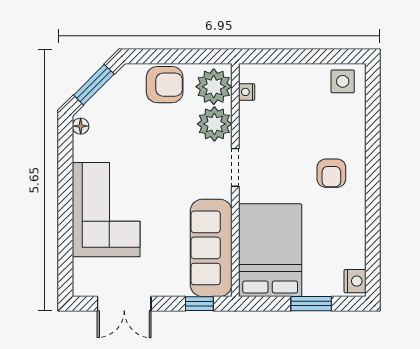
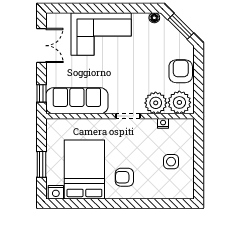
side table: (343, 81) -> (171, 162), moved
armchair: (165, 85) -> (181, 71), turned 180
nightstand: (247, 92) -> (163, 123), moved
bed: (270, 250) -> (84, 170), moved, turned -90
double door: (124, 304) -> (41, 46), swing flipped

